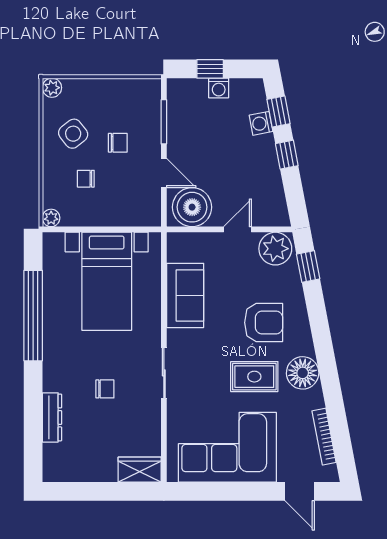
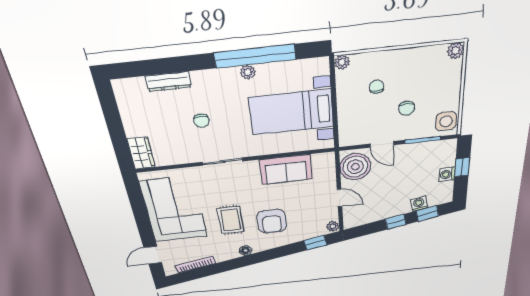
side table: (73, 134) -> (446, 121), moved, turned 38
door: (164, 173) -> (382, 144), hinge flipped
plant: (275, 249) -> (333, 226), width x0.53, depth x0.53
plant: (51, 326) -> (248, 72), added
floor lamp: (303, 373) -> (246, 251), width x0.53, depth x0.53

